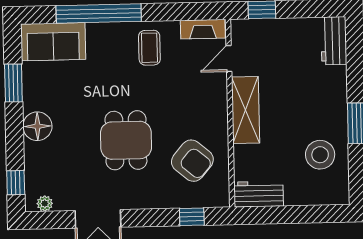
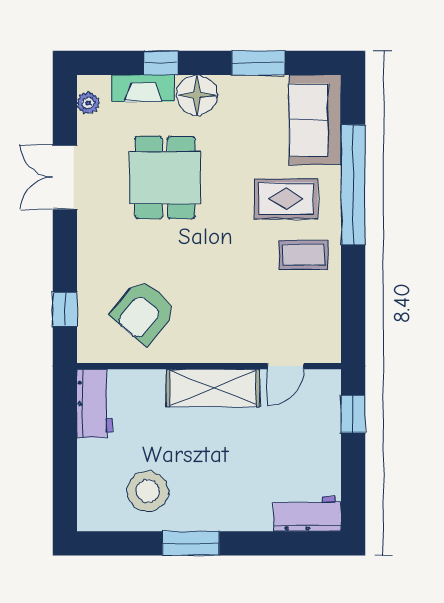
fireplace: (203, 29) -> (143, 88), moved, turned -90
door: (229, 58) -> (286, 366), swing flipped
rug: (110, 61) -> (286, 199), added
dining table: (126, 140) -> (165, 178), moved, turned 90
window: (16, 183) -> (161, 63), moved

